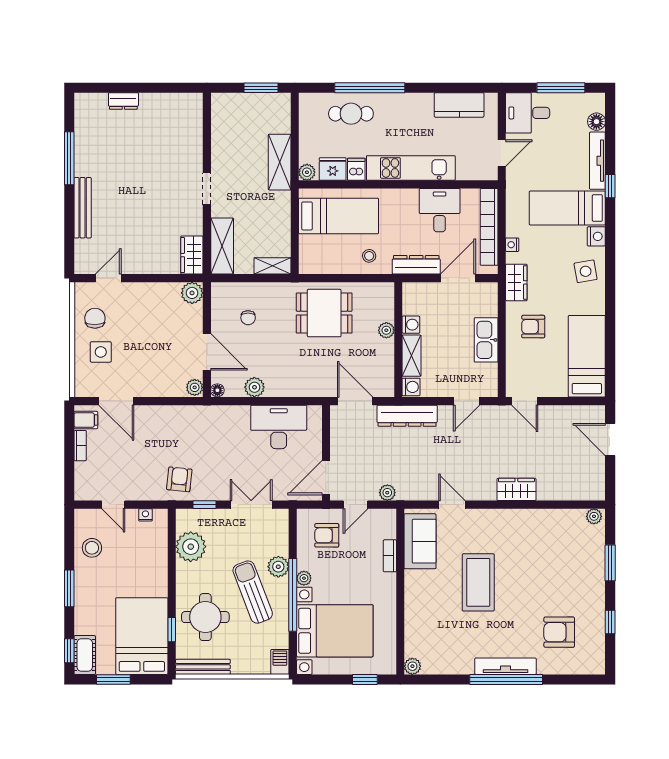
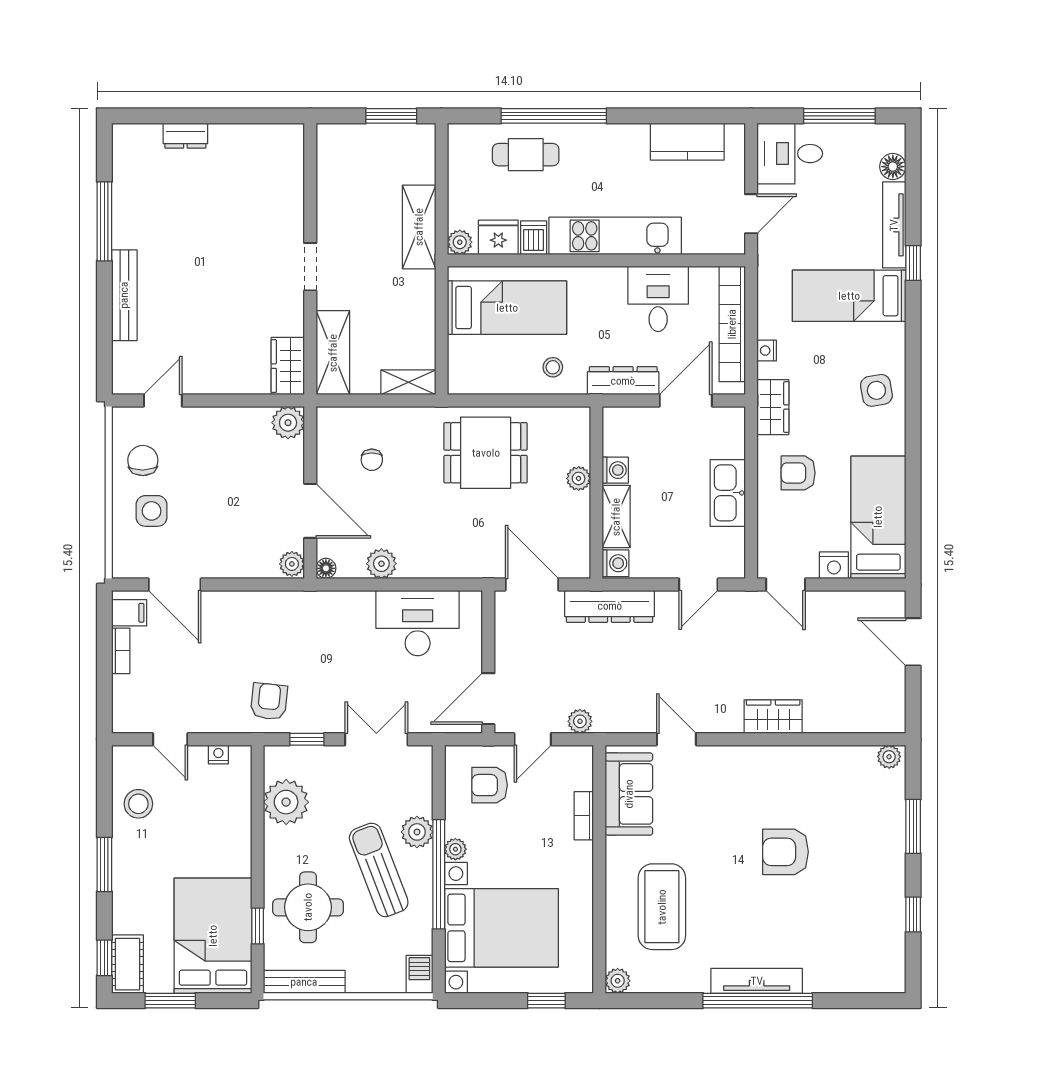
nightstand: (596, 236) -> (834, 565), moved, turned 90
coffee table: (478, 582) -> (662, 907), moved
armchair: (559, 632) -> (785, 852), moved

